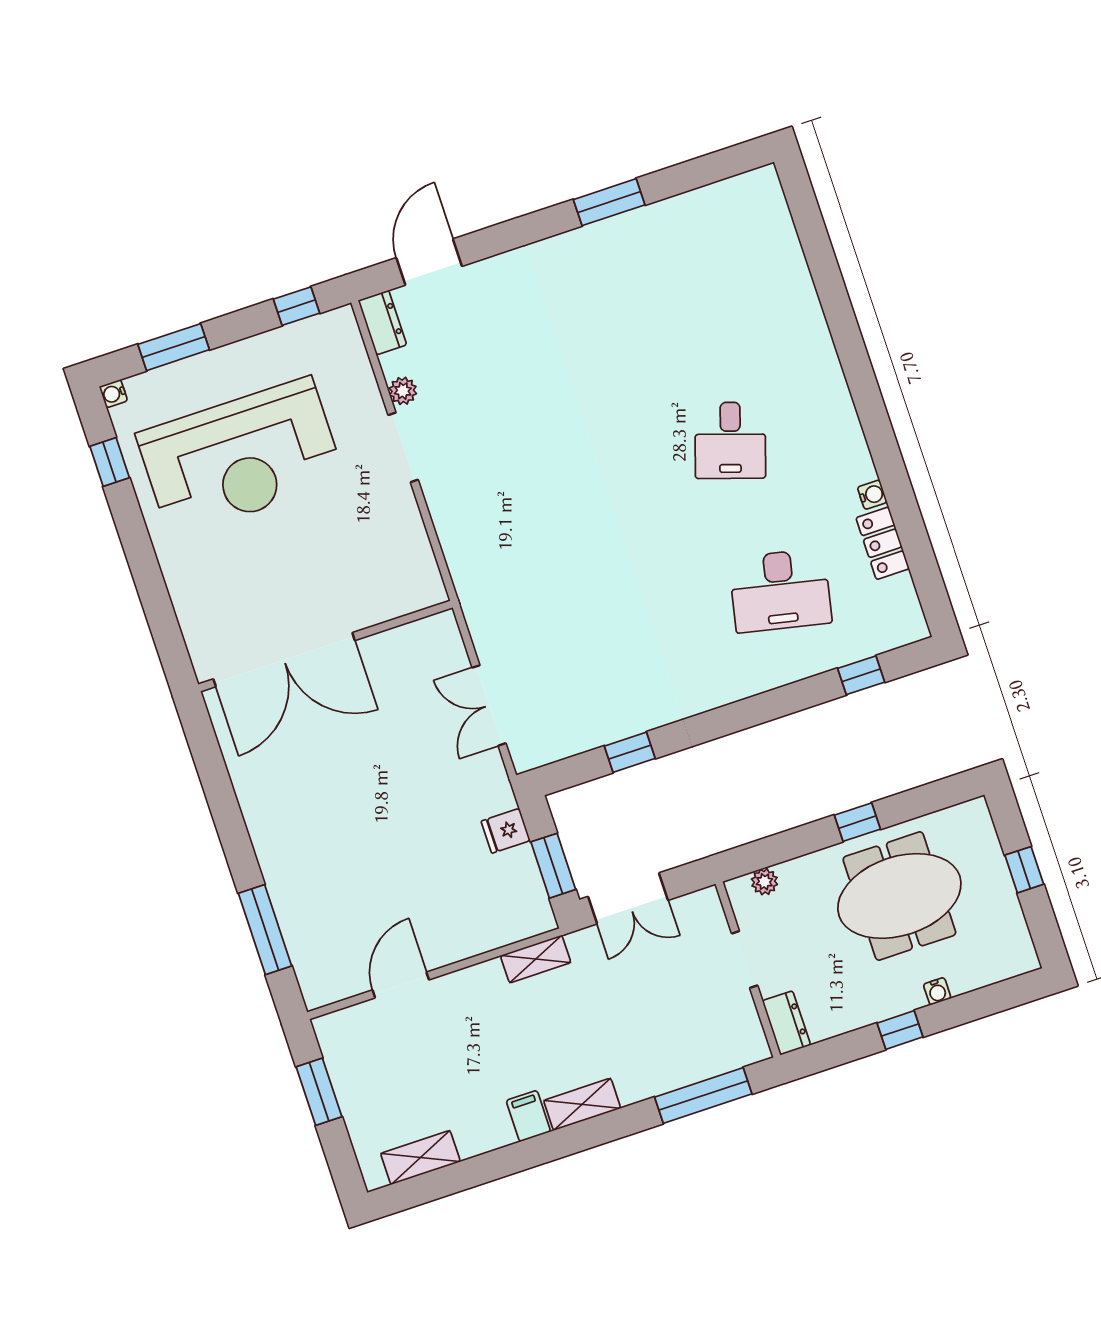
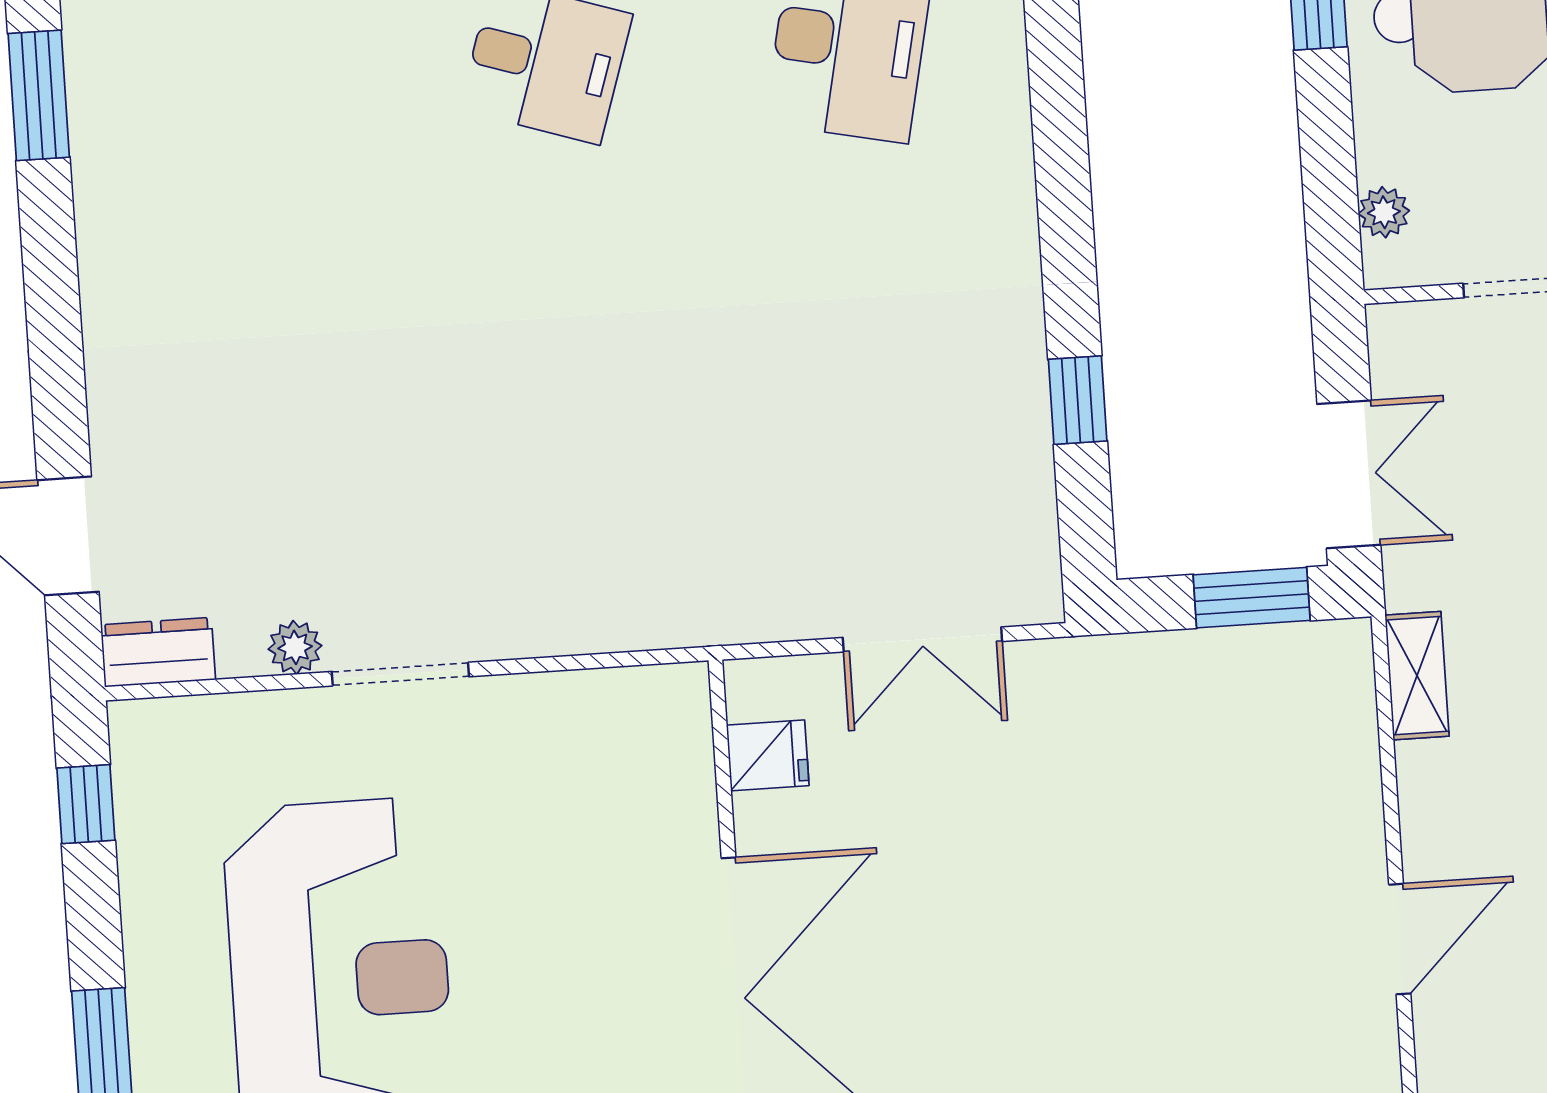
window: (609, 202) -> (39, 95), moved
fridge: (506, 831) -> (768, 755), moved, turned -90
door: (401, 985) -> (1400, 939), swing flipped

